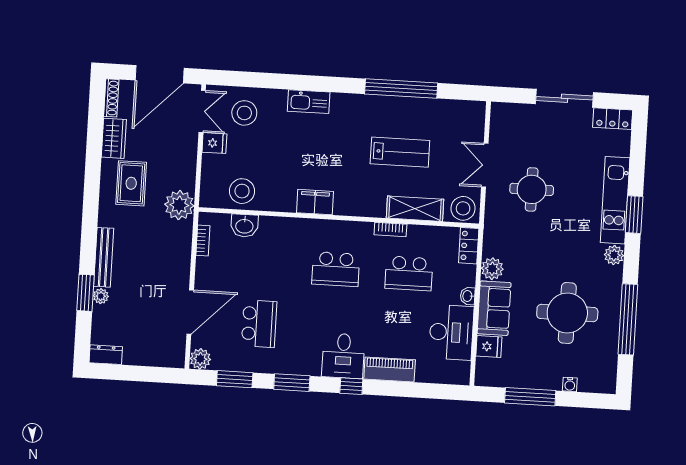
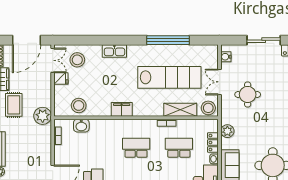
water cooler: (498, 123) -> (226, 57), added
lab bench: (400, 152) -> (169, 77), width x1.86, depth x1.39
locker: (469, 246) -> (213, 143), moved
school desk: (336, 269) -> (136, 148), turned 180
plant: (492, 269) -> (227, 131), moved
school desk: (409, 273) -> (179, 148), turned 180

